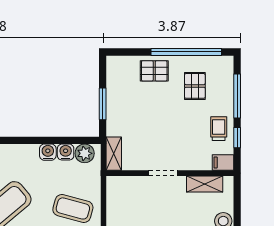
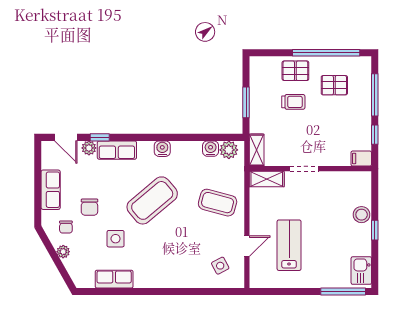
pallet: (195, 86) -> (334, 85), turned 90
trolley: (219, 129) -> (293, 102), moved, turned 90
water cooler: (48, 152) -> (162, 149), moved
shelving: (205, 184) -> (267, 179), moved

